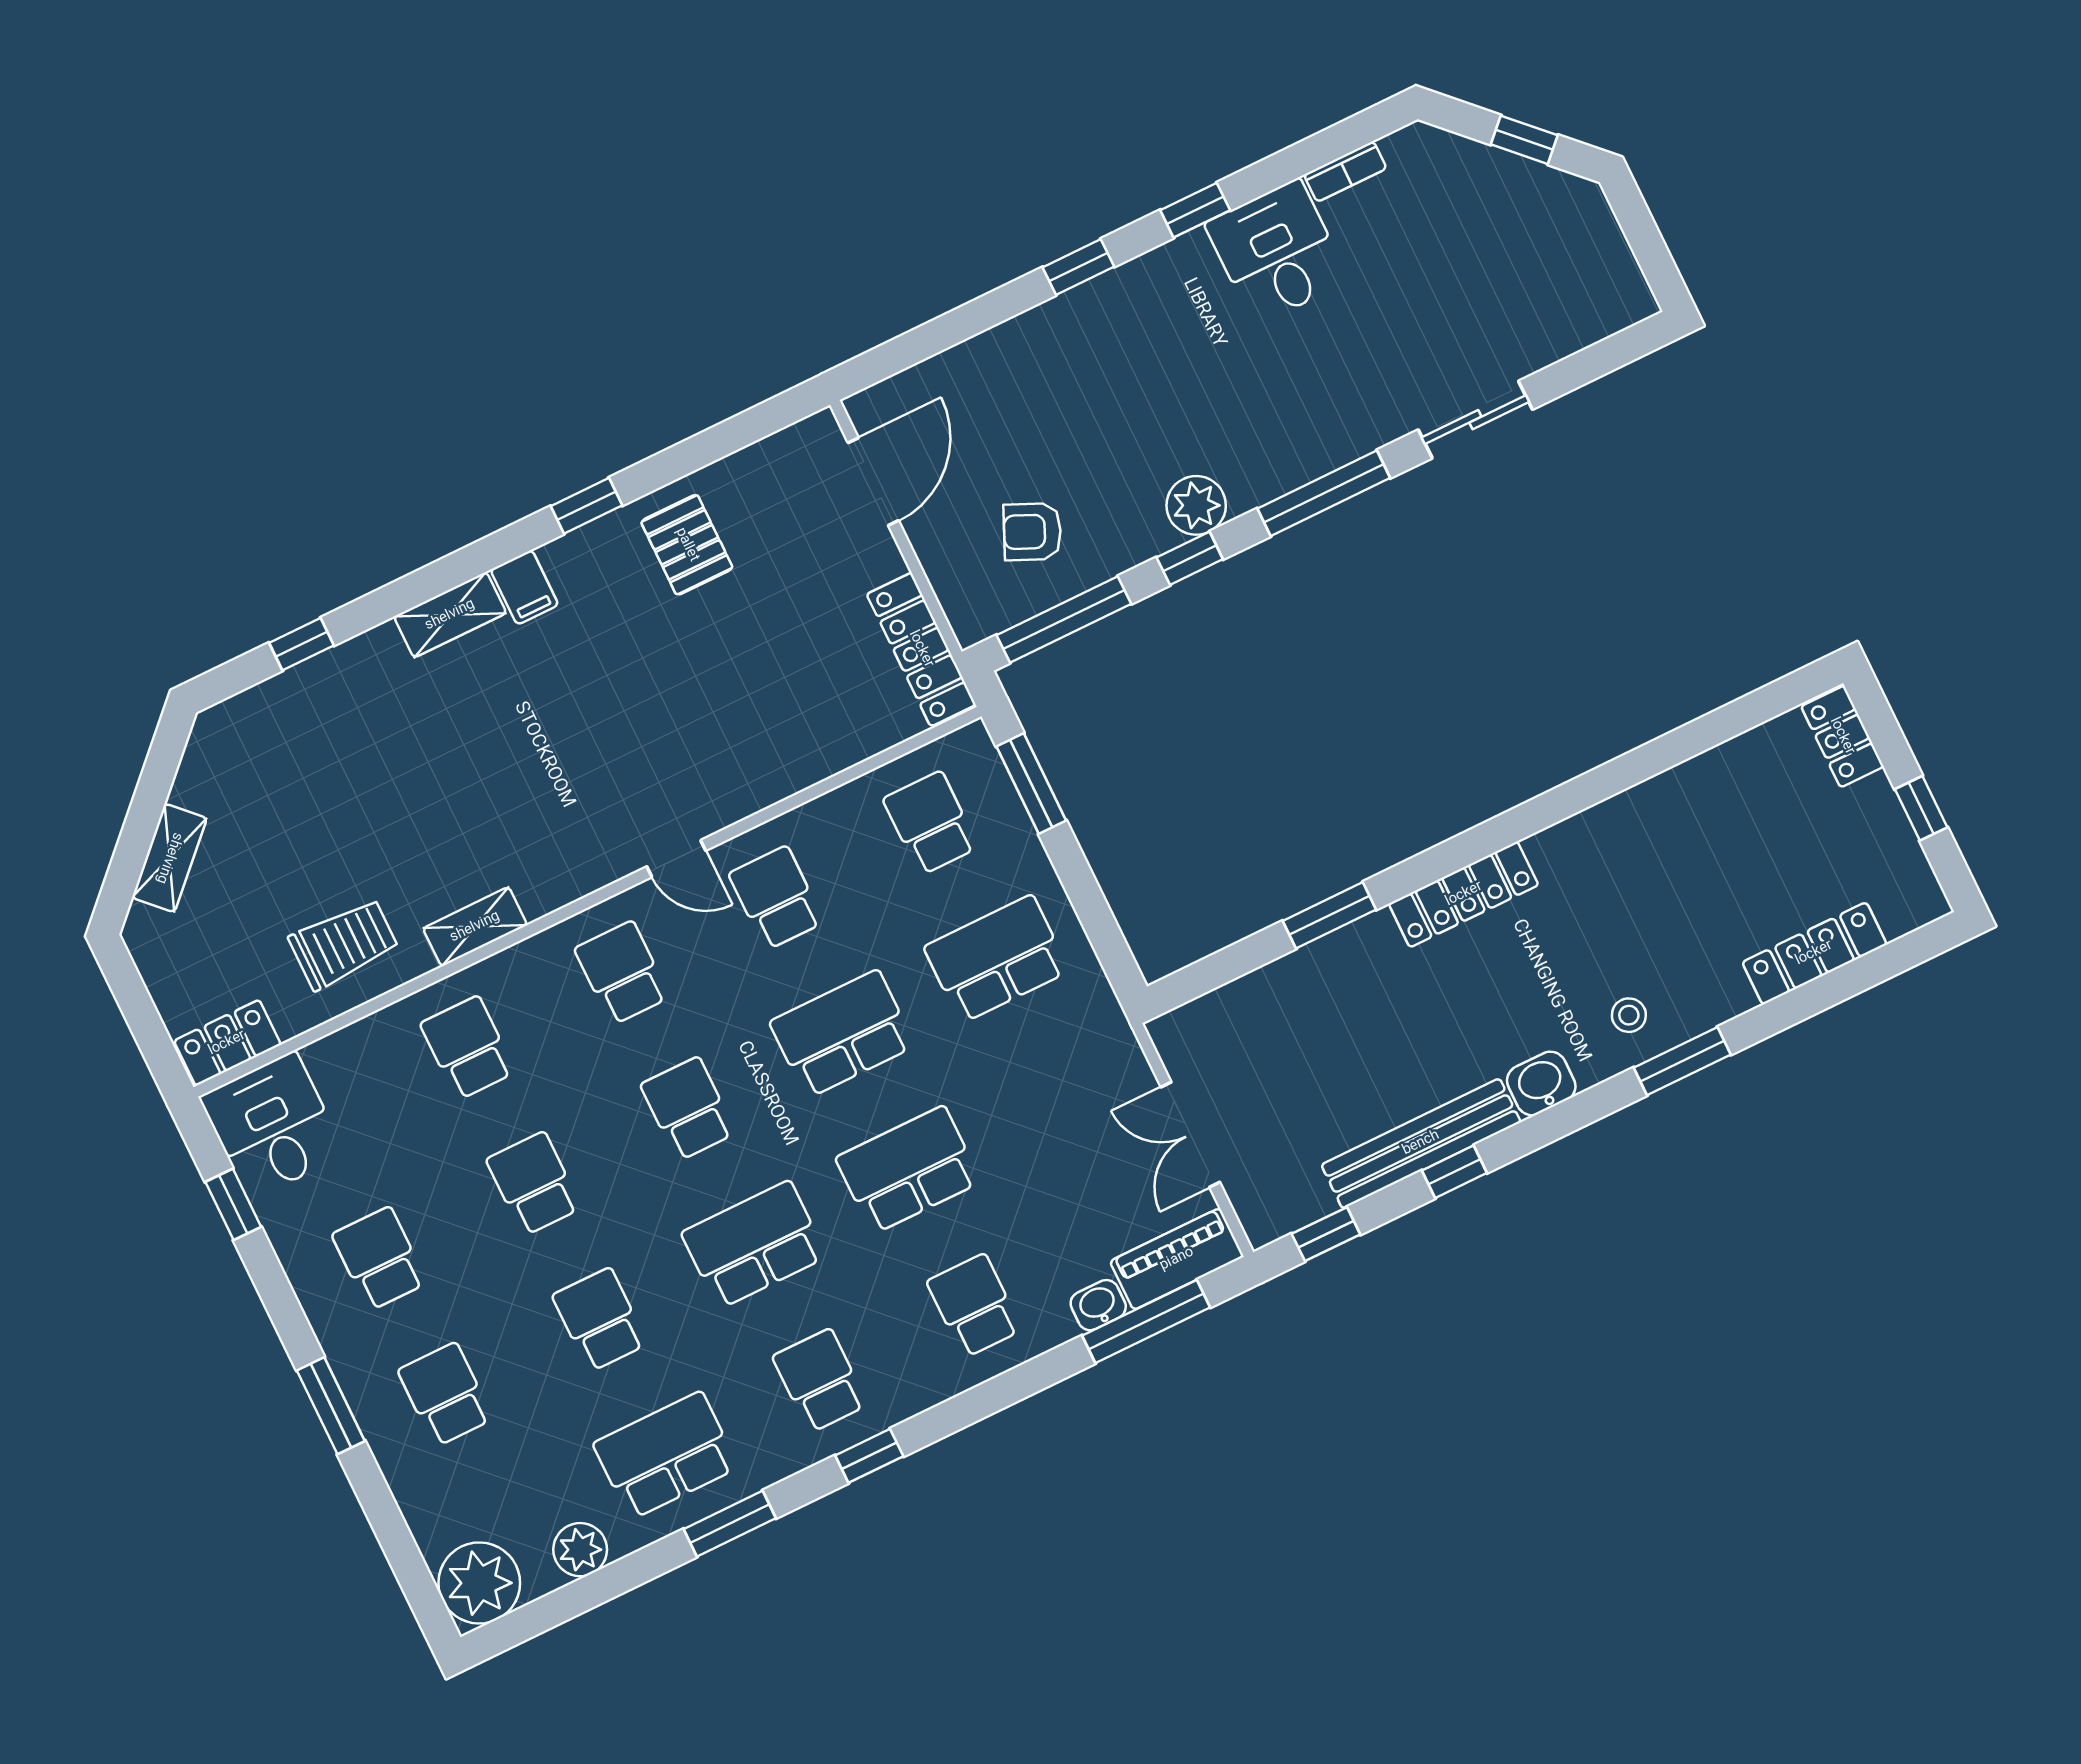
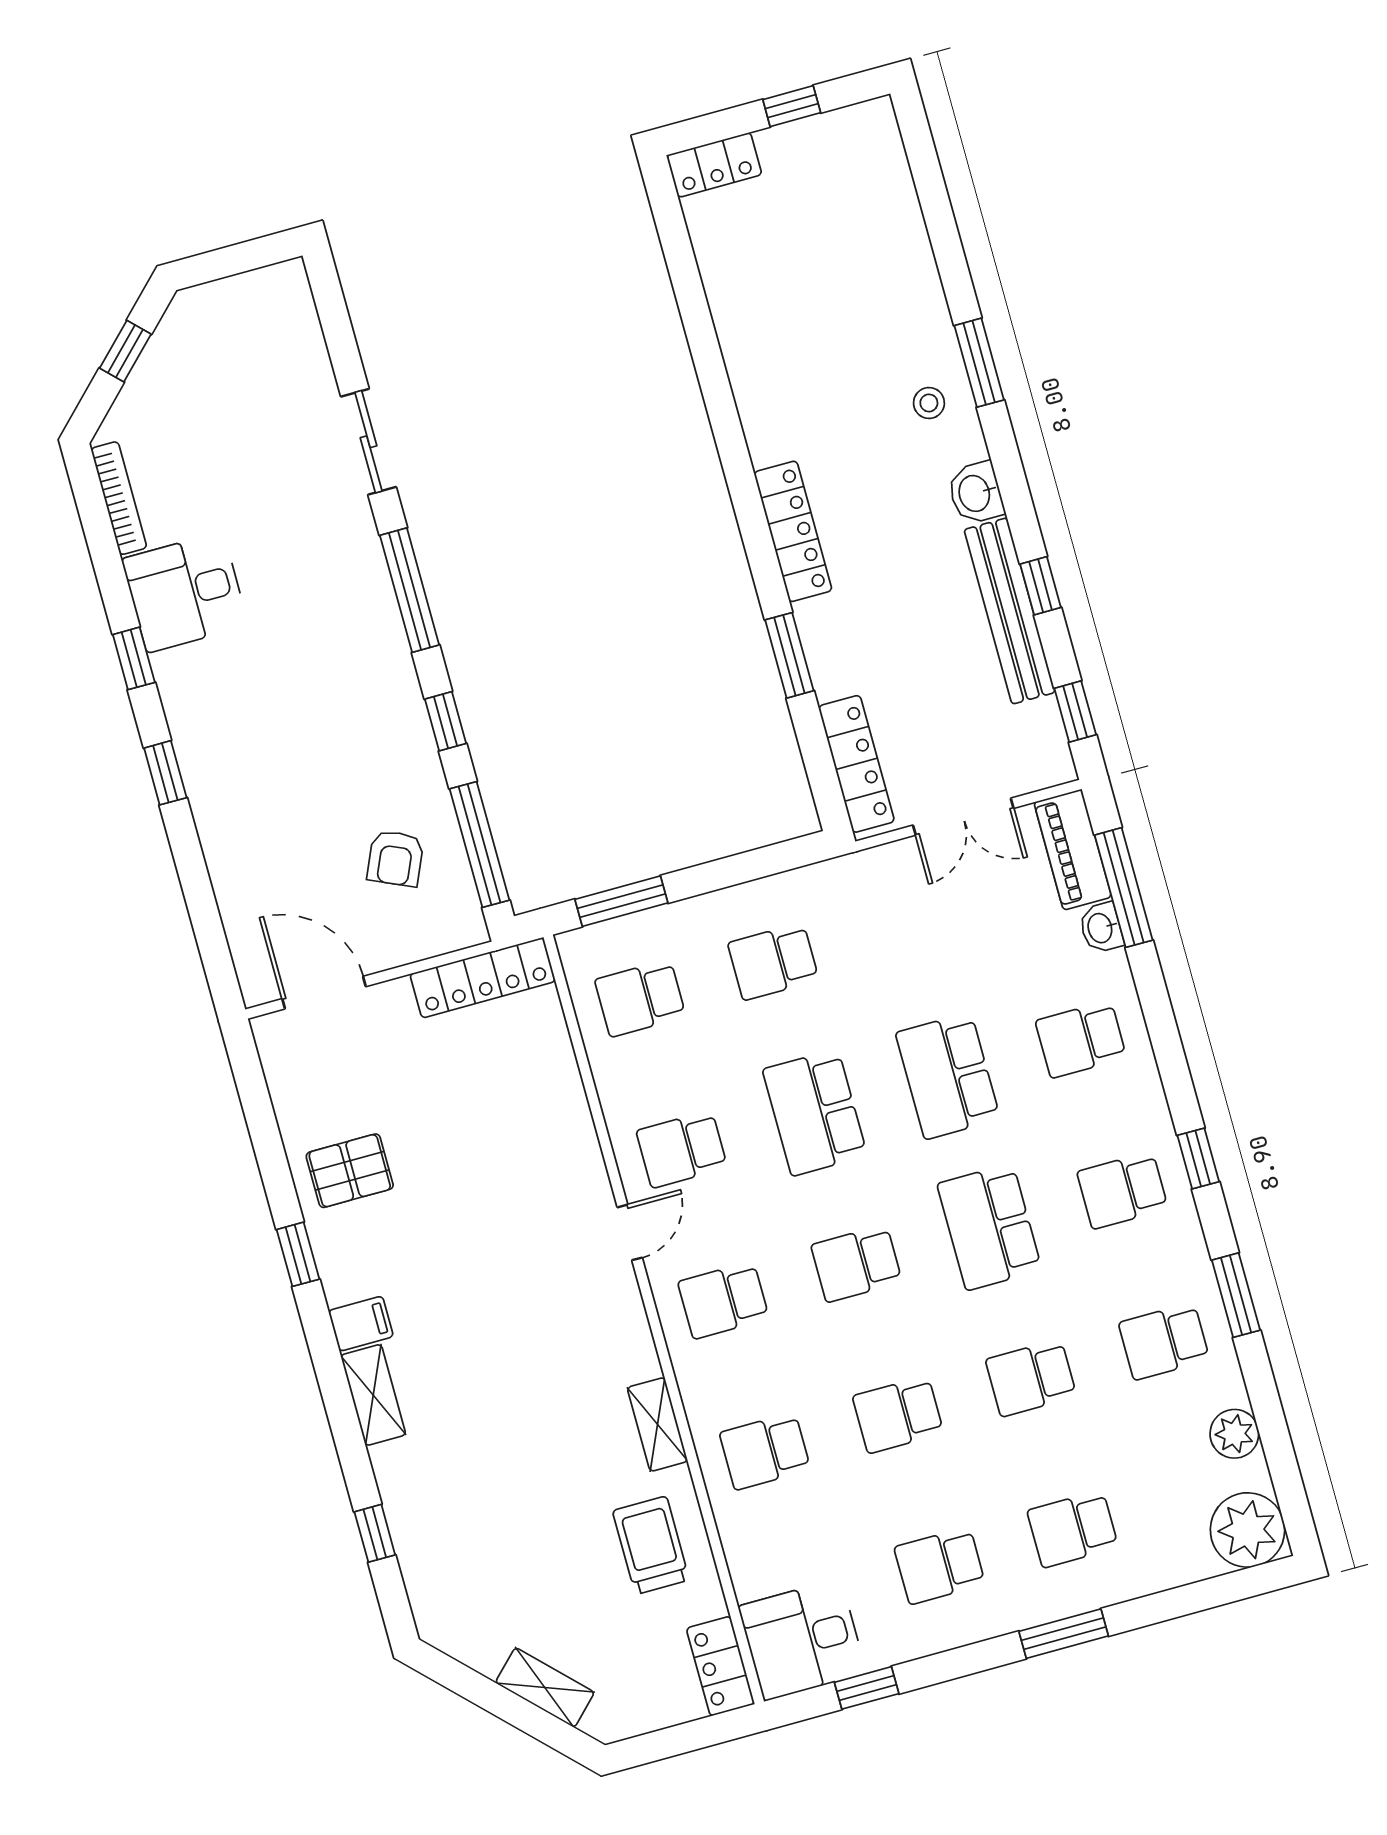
bookcase: (1345, 172) -> (119, 498), width x1.56
plant: (1196, 505) -> (399, 707), removed
locker: (1814, 953) -> (856, 764), moved, turned 180
school desk: (997, 959) -> (773, 962), width x0.54
school desk: (666, 1455) -> (1164, 1341), width x0.54

